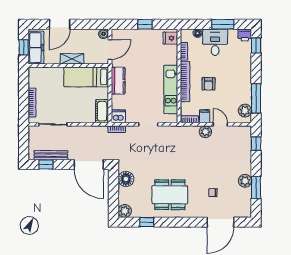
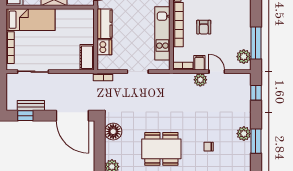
bed: (86, 77) -> (30, 20), moved, turned 180
dishwasher: (118, 116) -> (104, 47), moved, turned 90
bench: (51, 155) -> (31, 105), width x0.73

